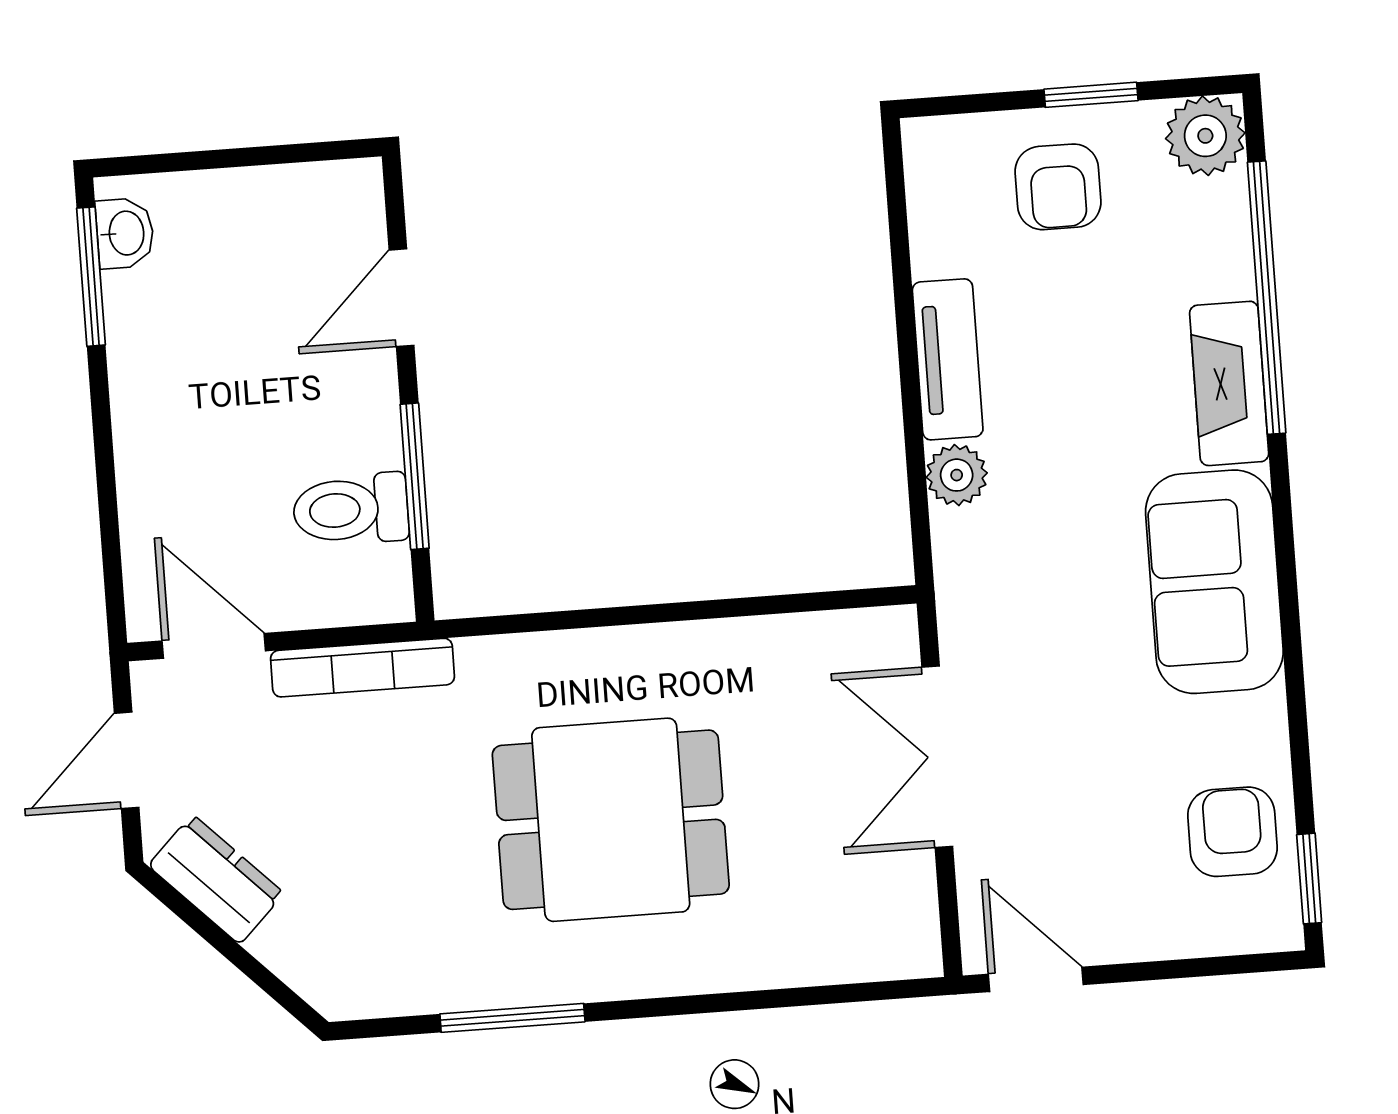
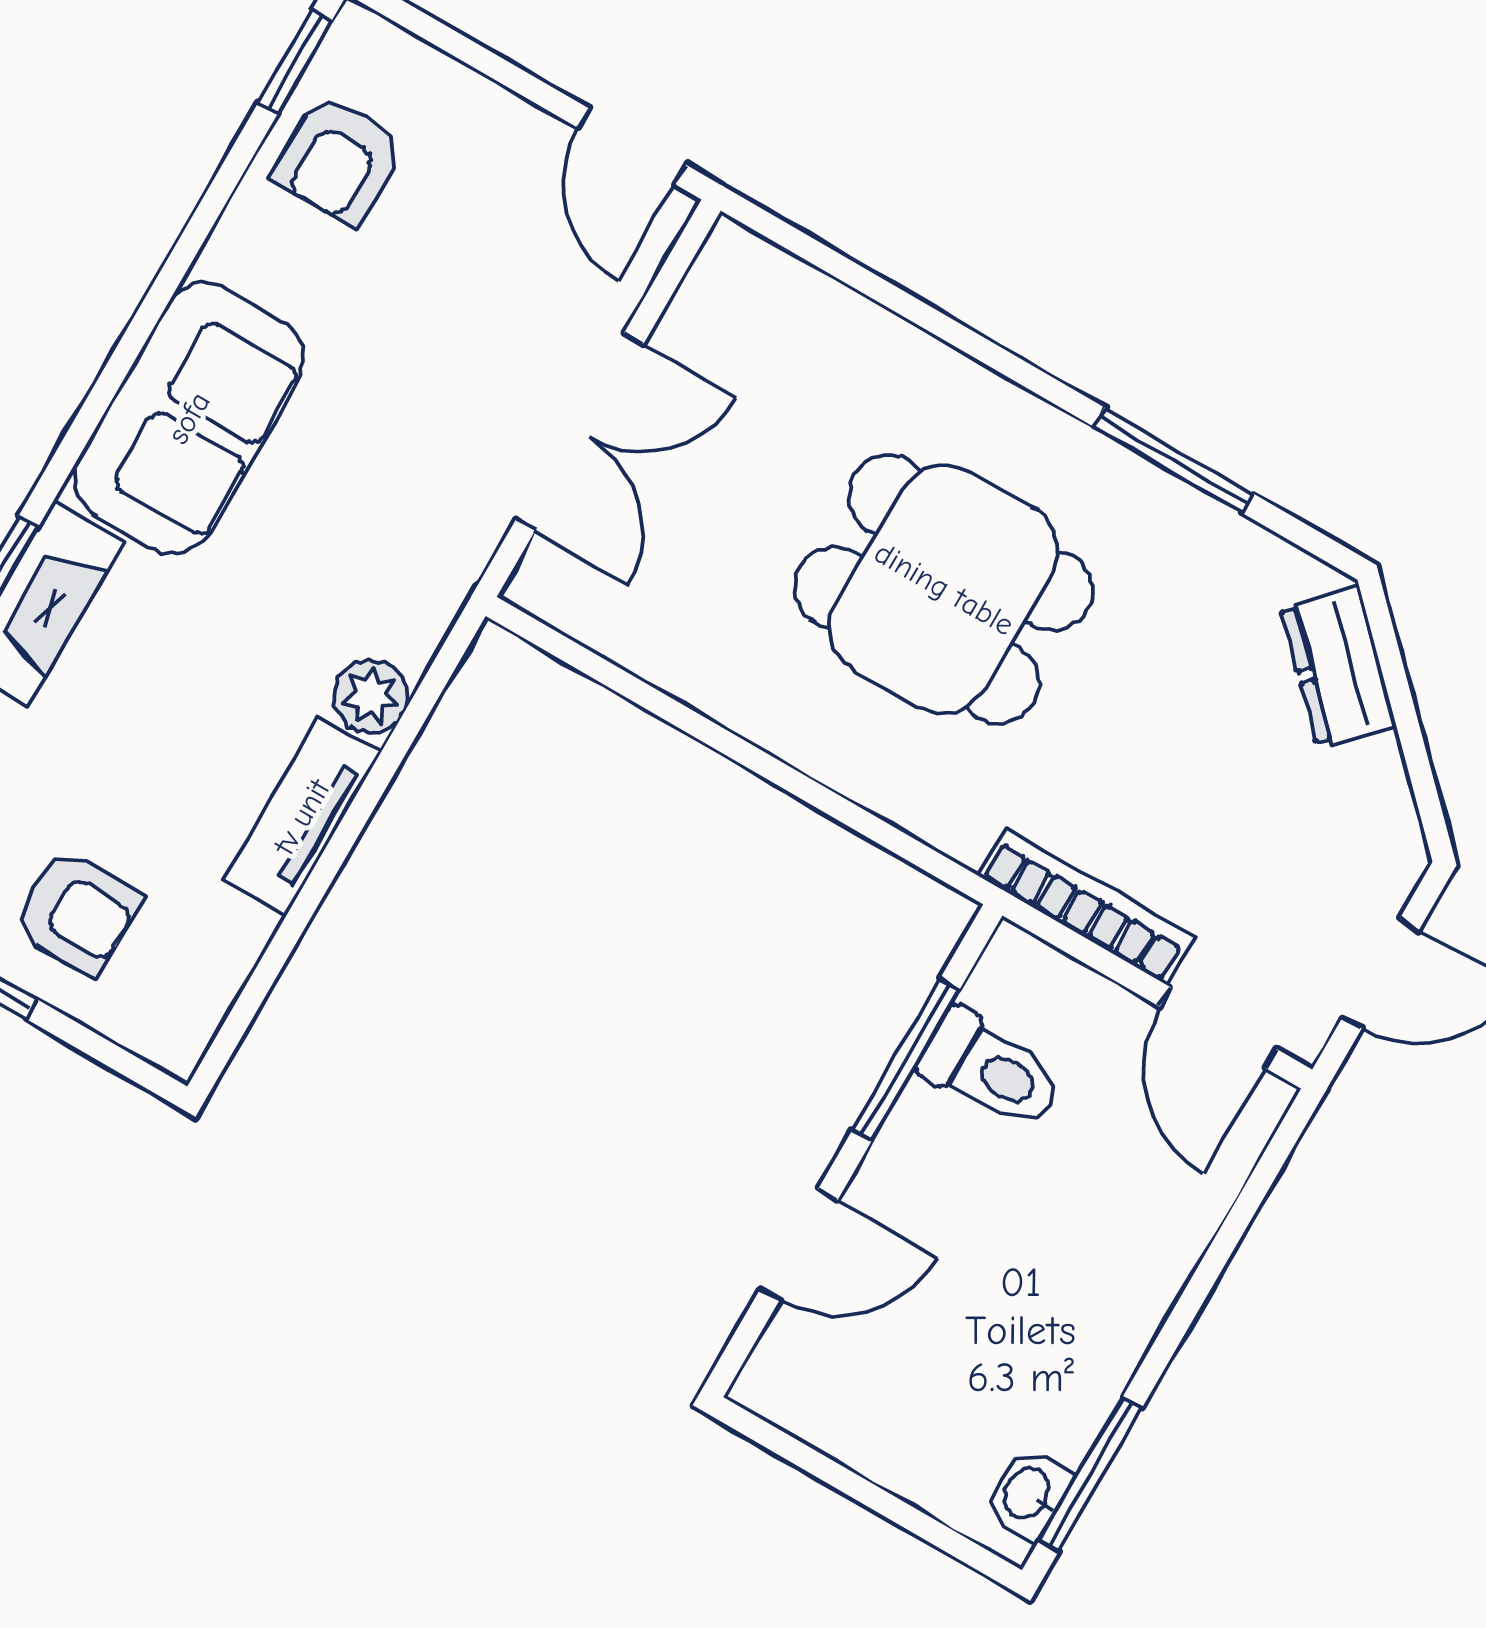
armchair: (1058, 187) -> (77, 912), turned 90
dresser: (216, 879) -> (1338, 667), moved

